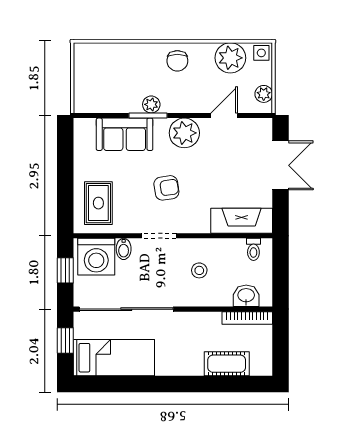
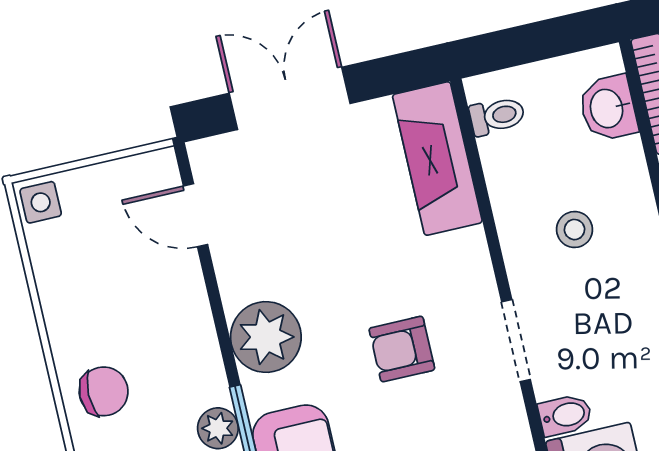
plant: (230, 58) -> (68, 271), removed
plant: (264, 94) -> (134, 175), removed
door: (224, 116) -> (195, 215), moved
armchair: (166, 188) -> (402, 349), turned -81

